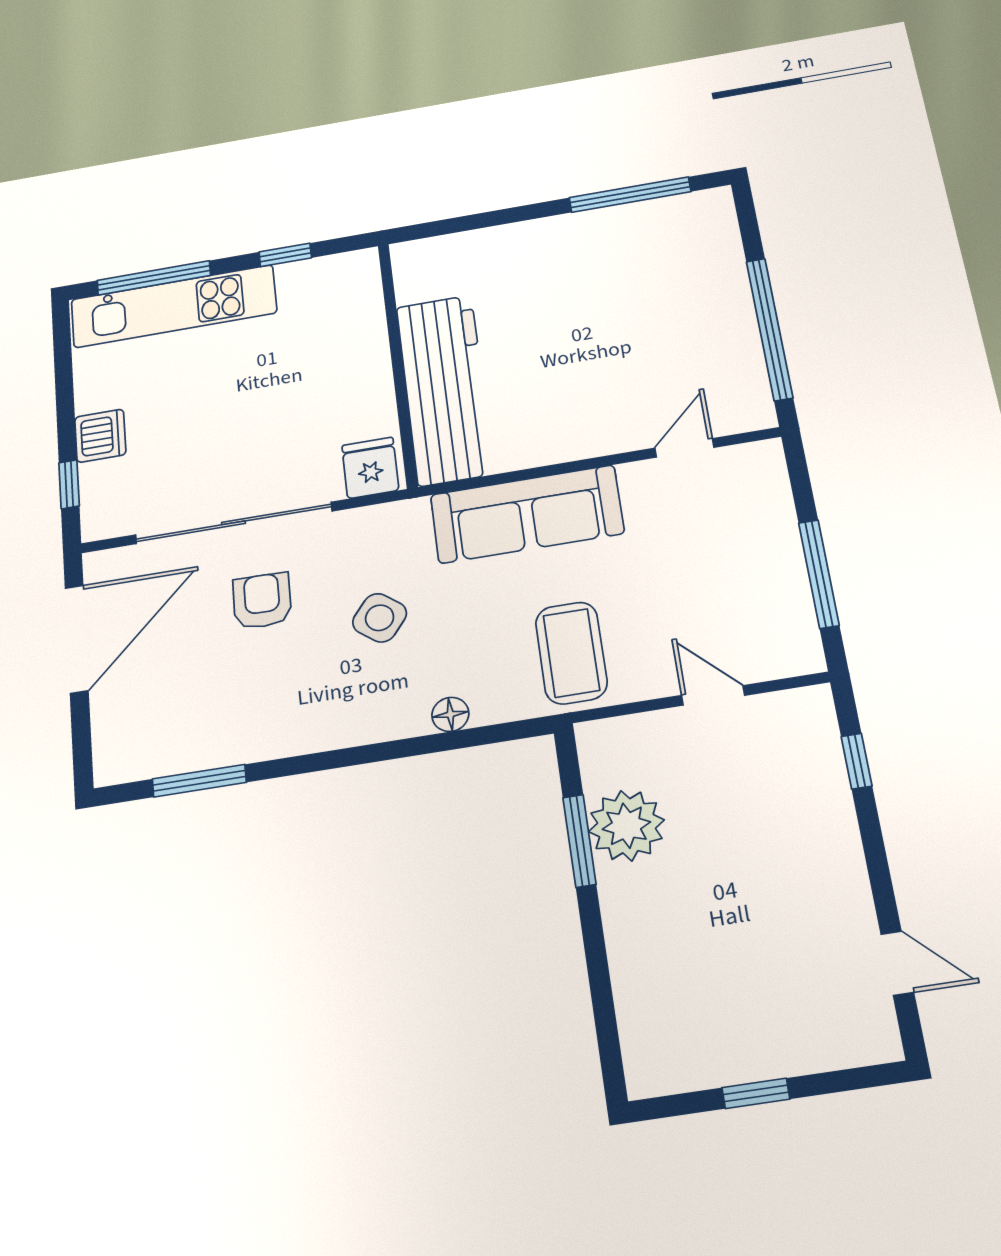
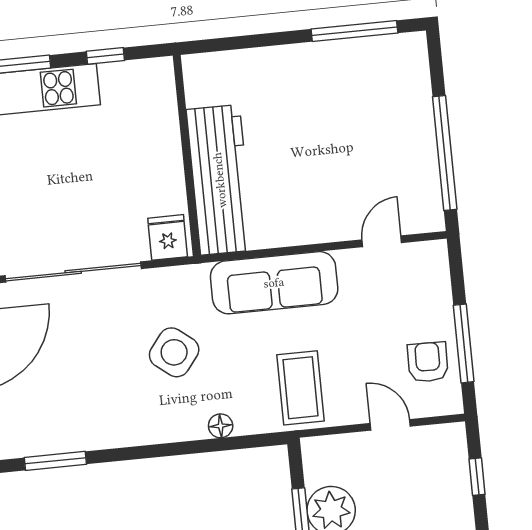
armchair: (262, 601) -> (428, 362), moved
side table: (380, 618) -> (174, 352), width x1.37, depth x1.37

